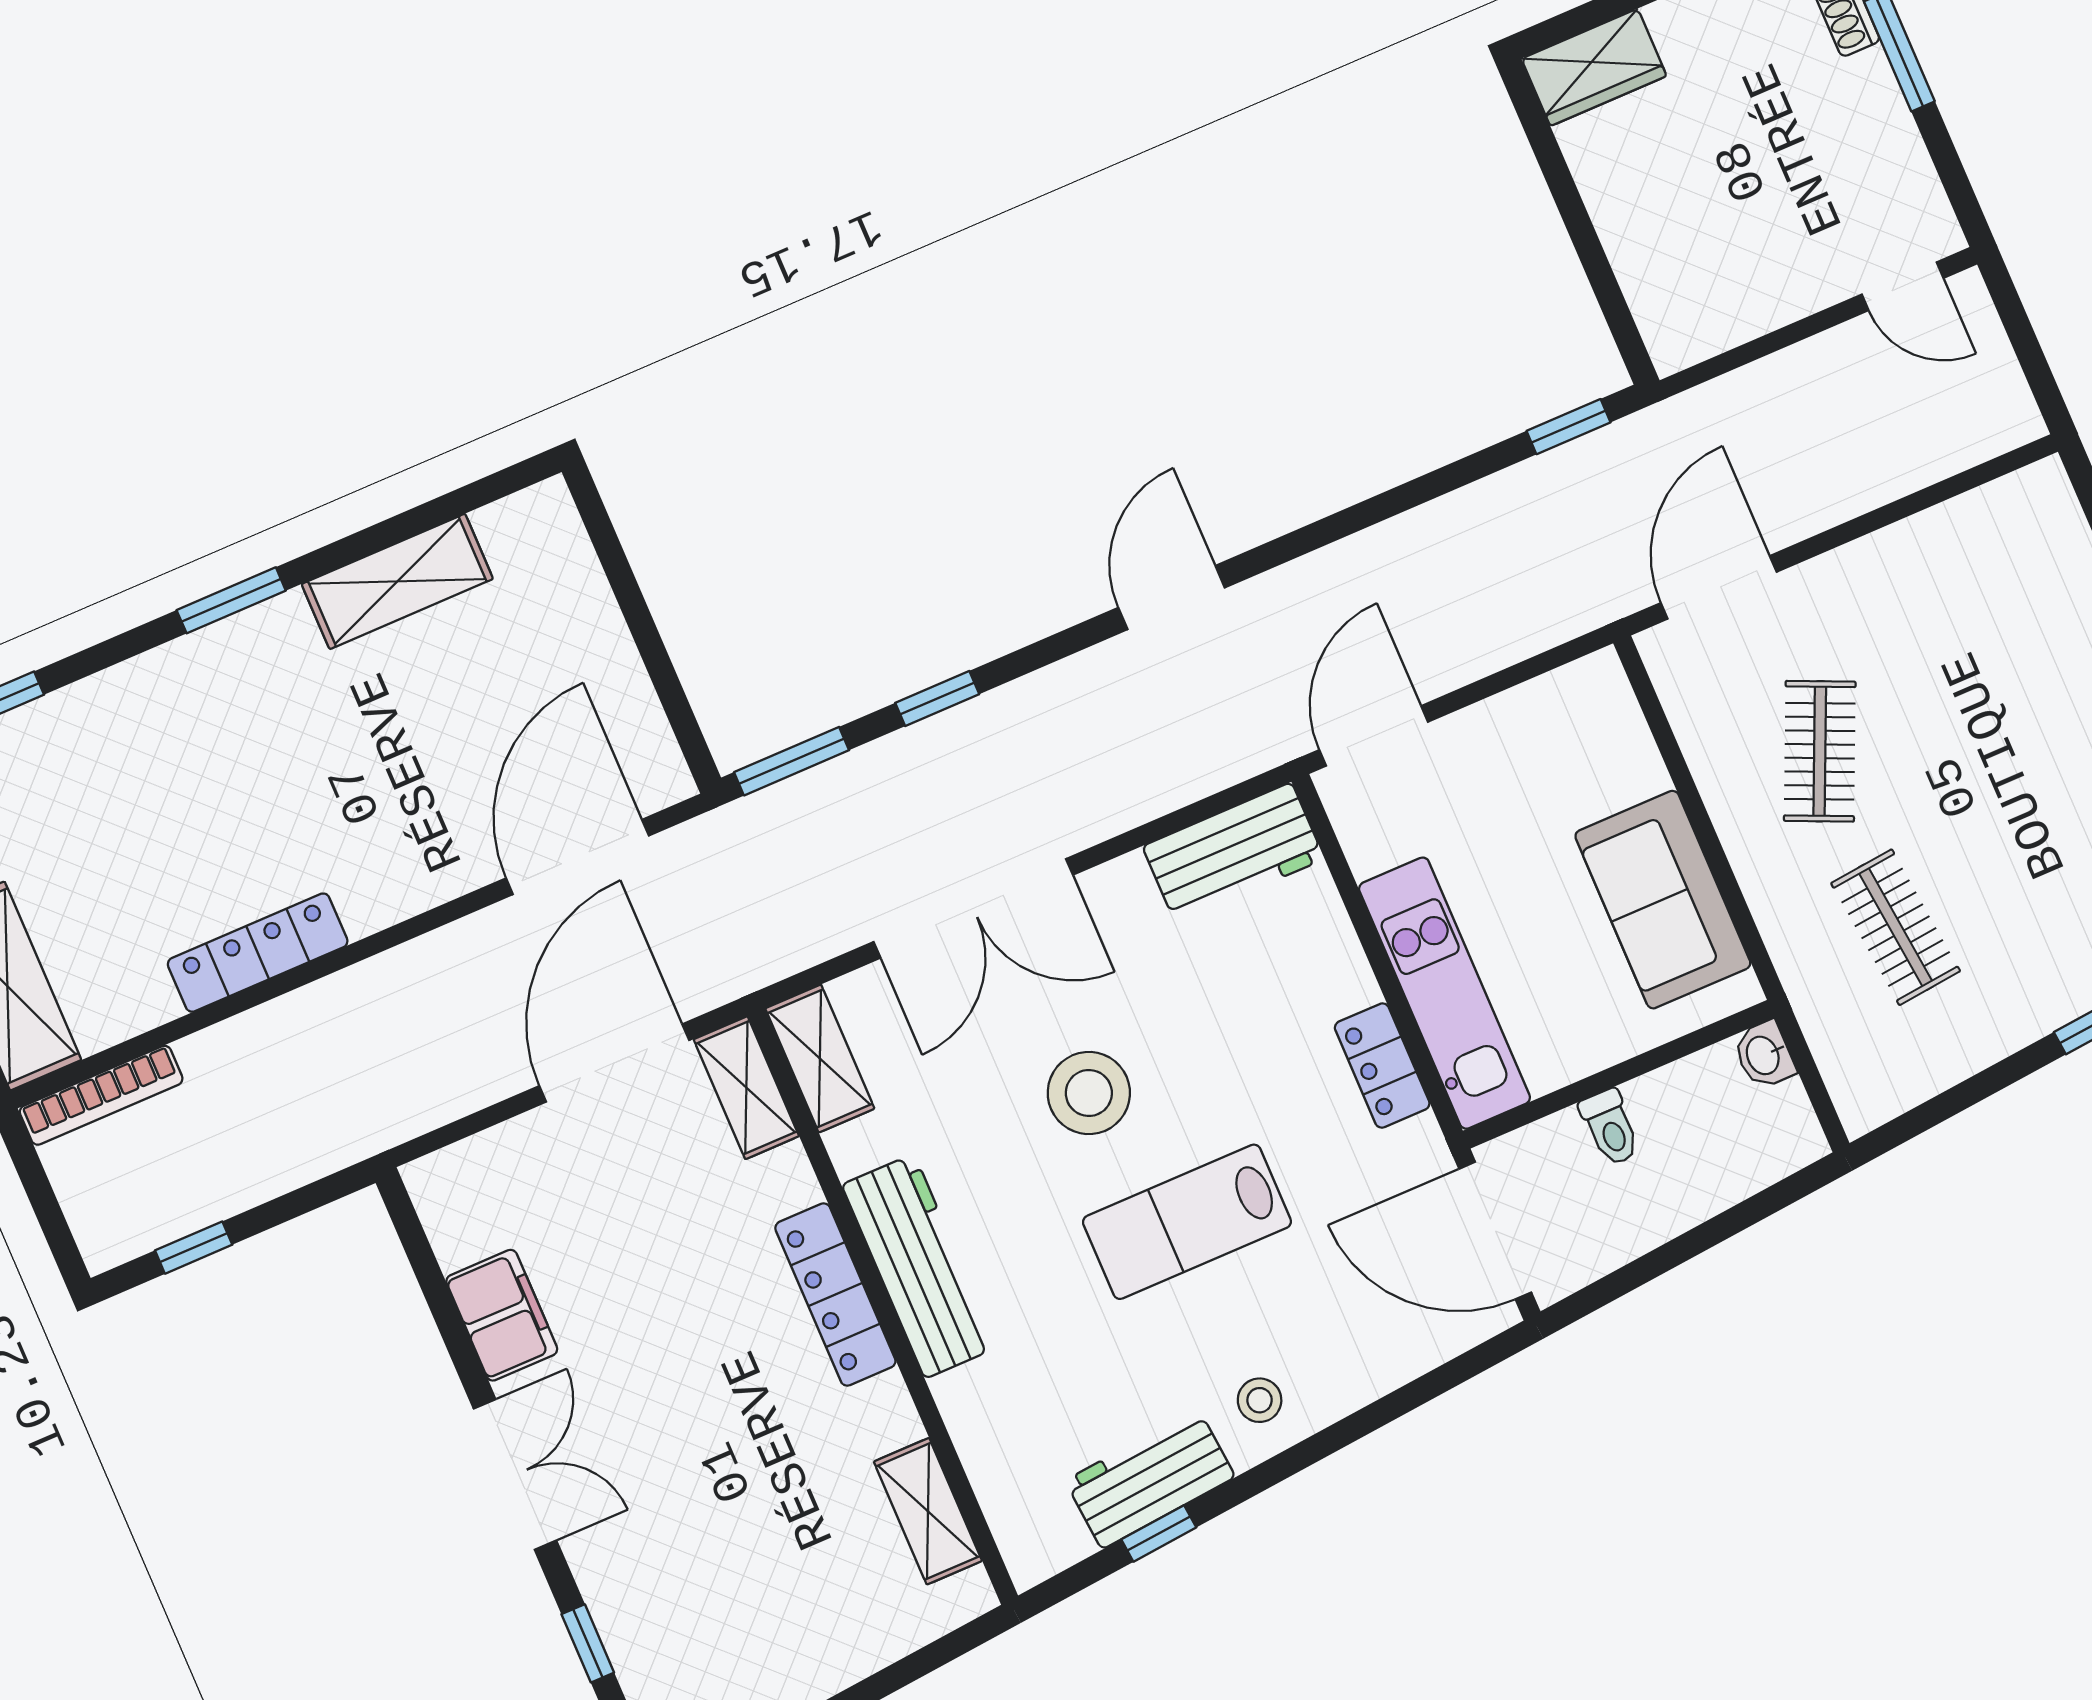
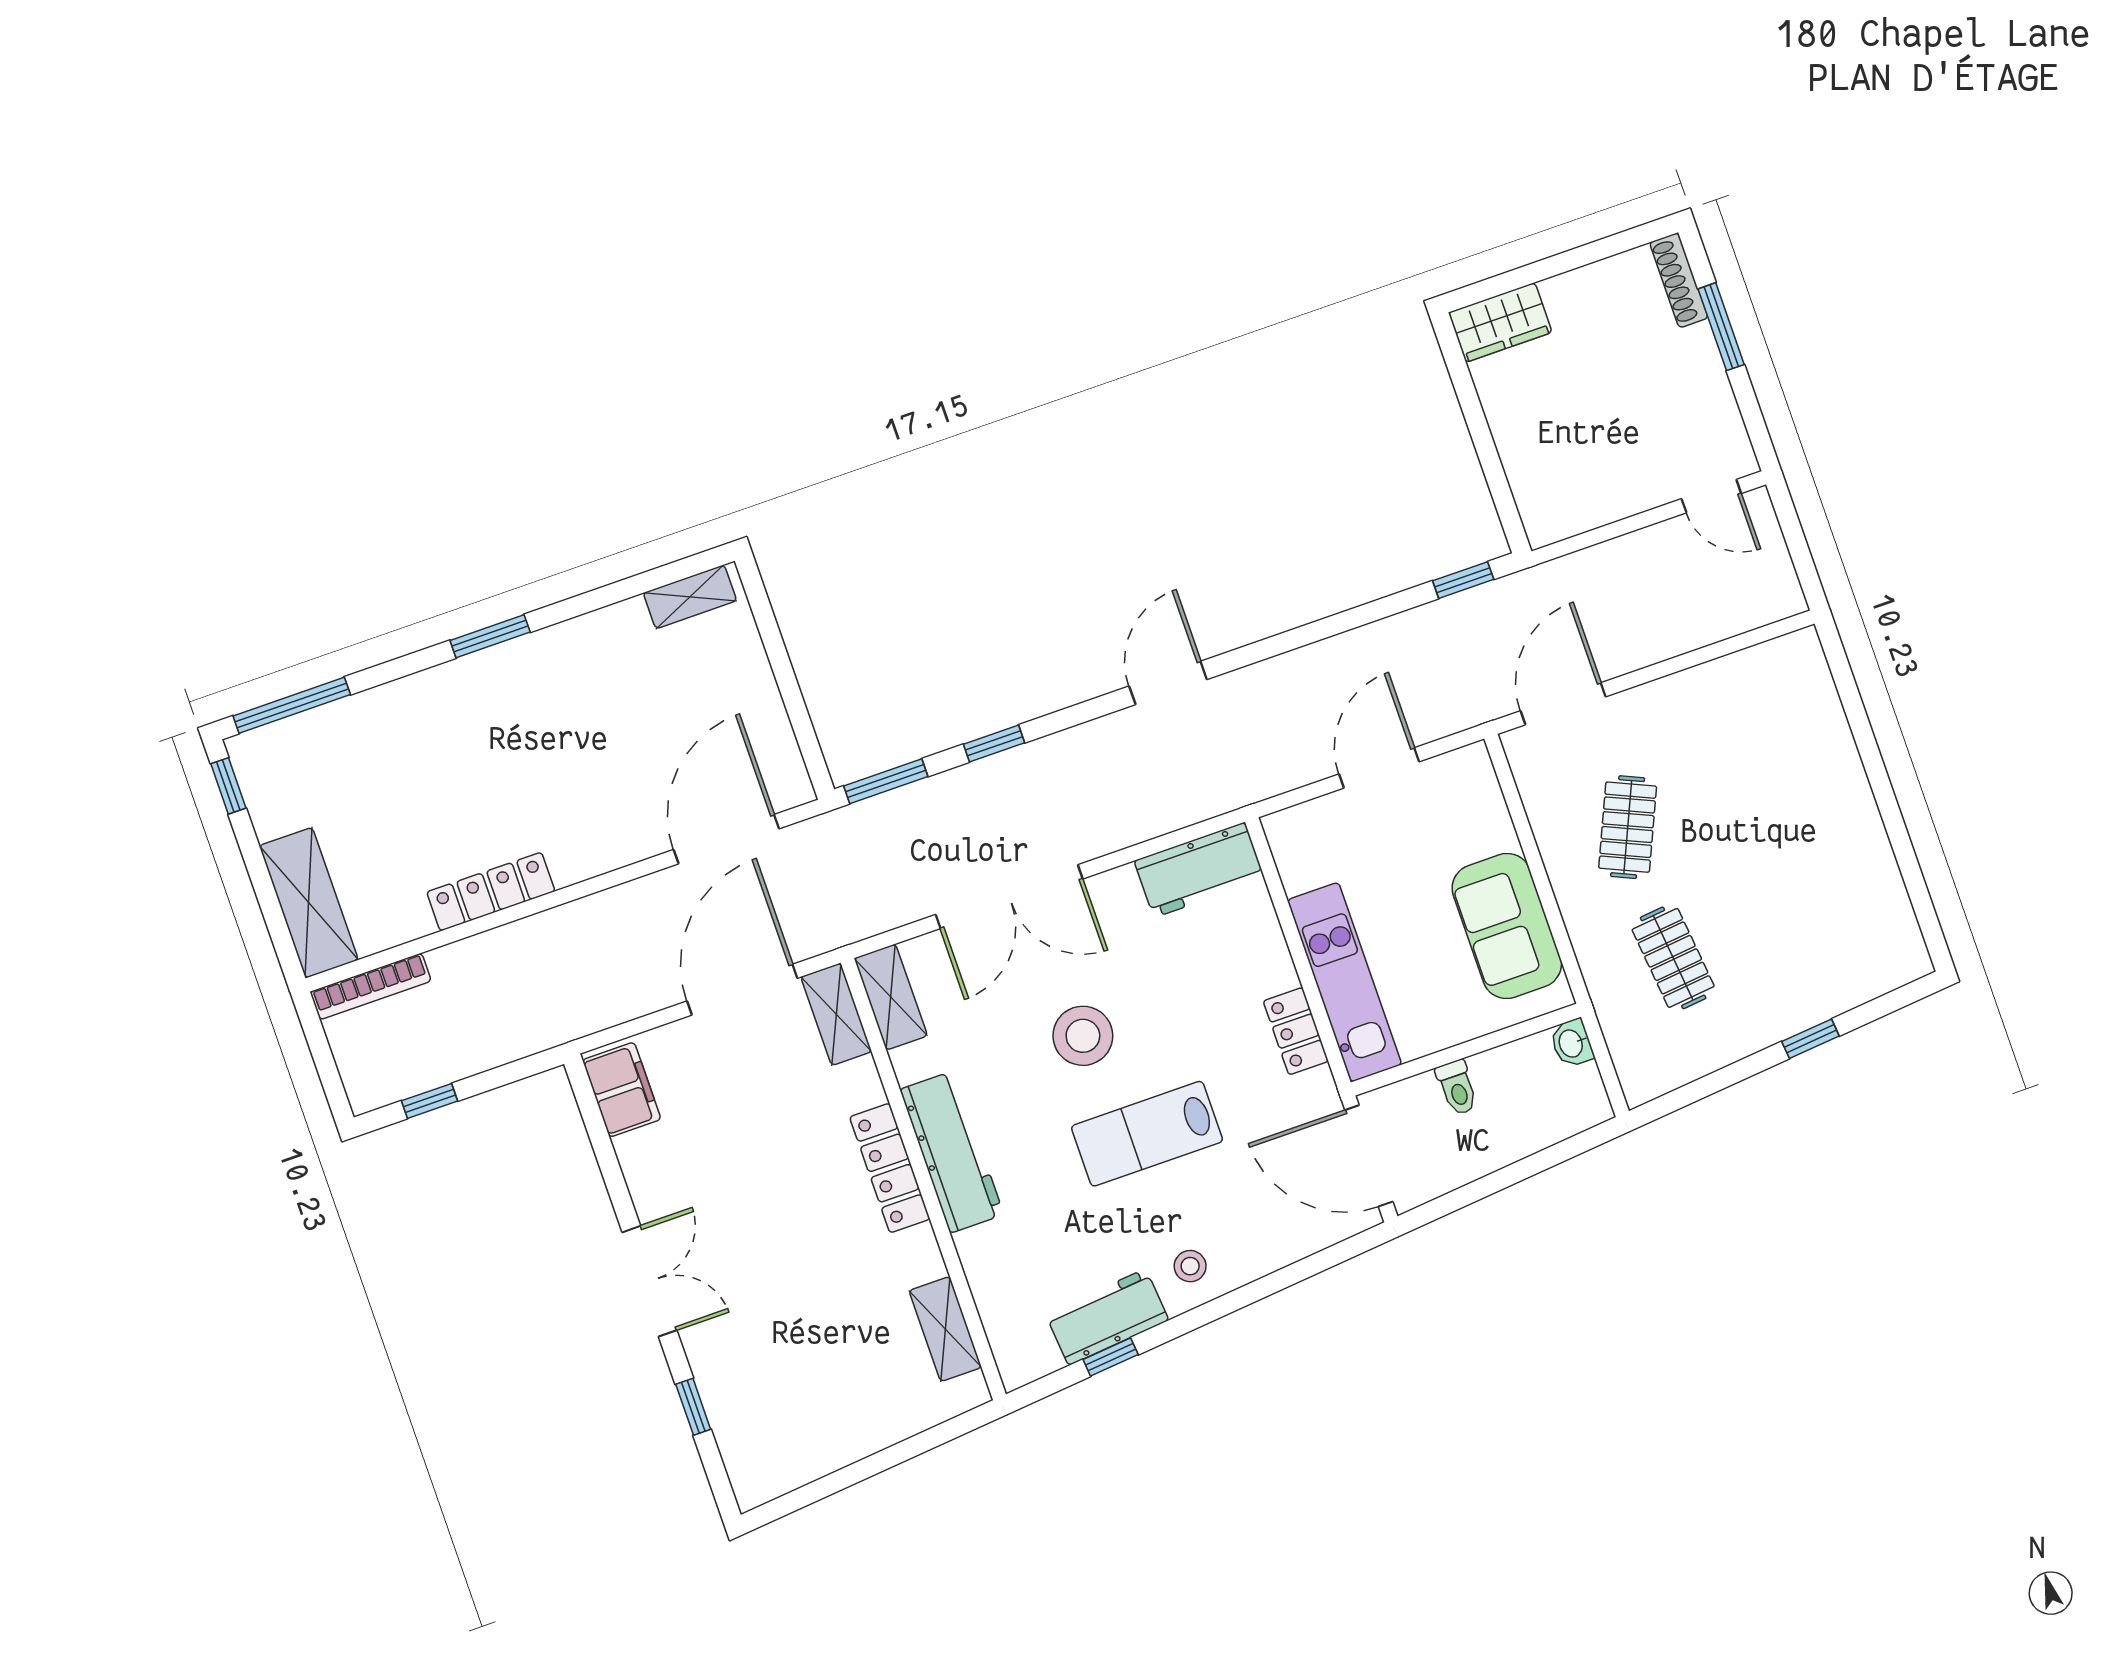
shelving: (397, 581) -> (690, 597), moved, width x0.67, depth x0.75
door: (1374, 736) -> (1379, 768), moved
filing cabinet: (502, 1315) -> (622, 1090), moved

